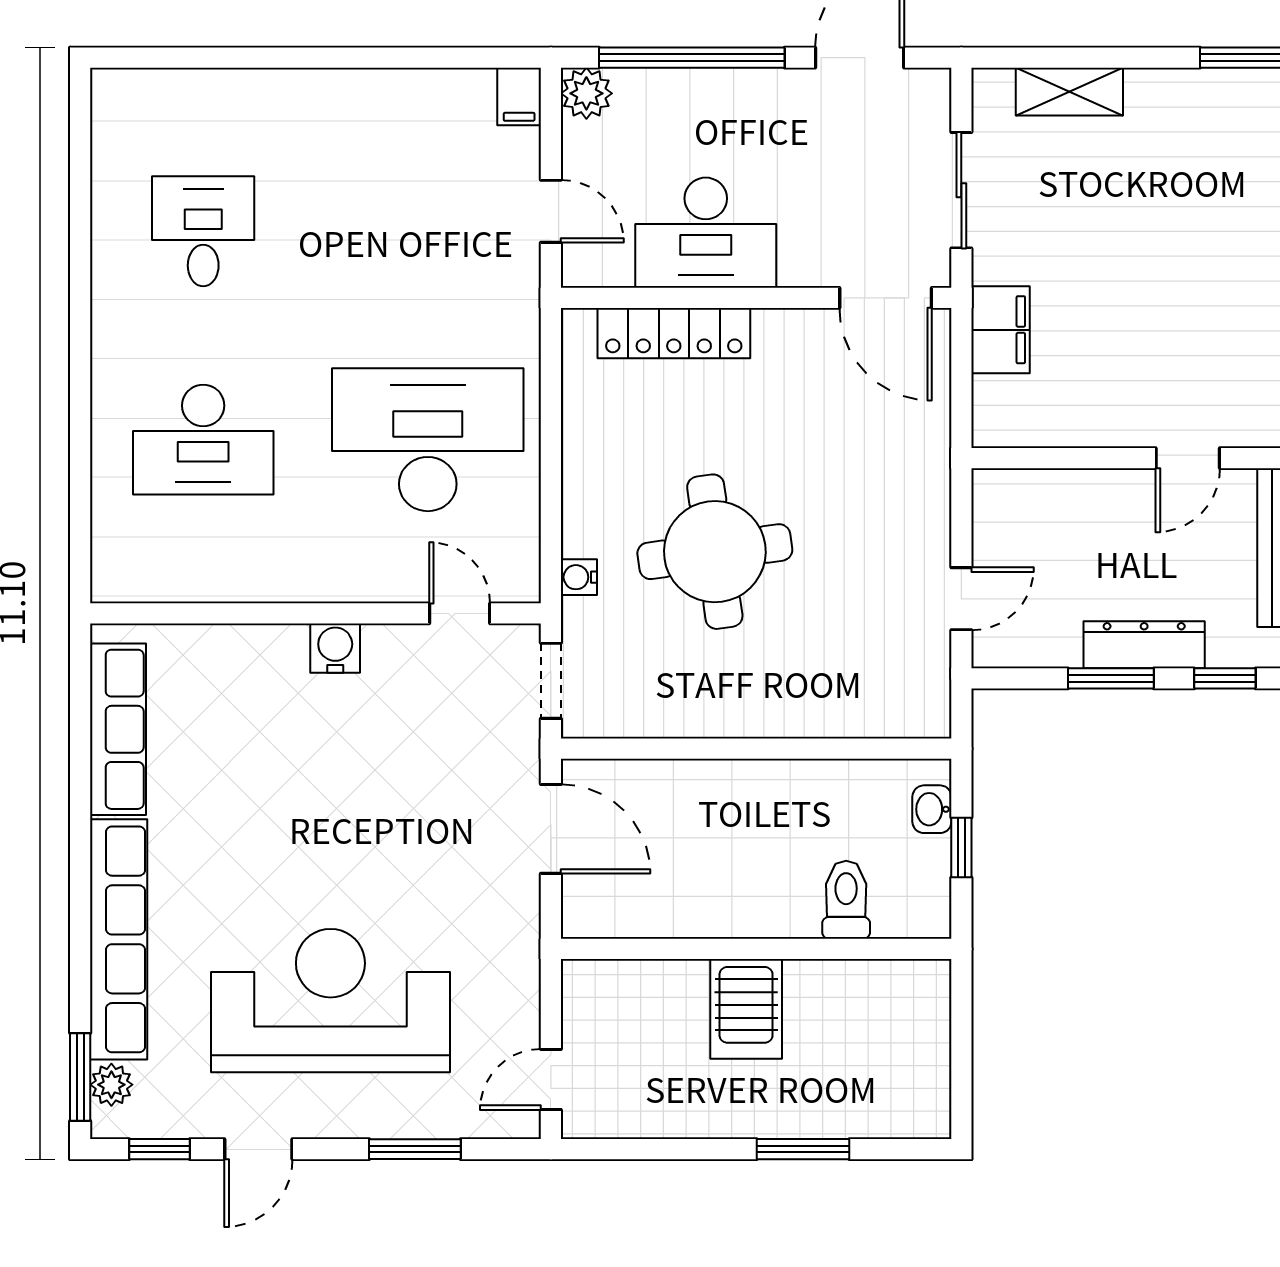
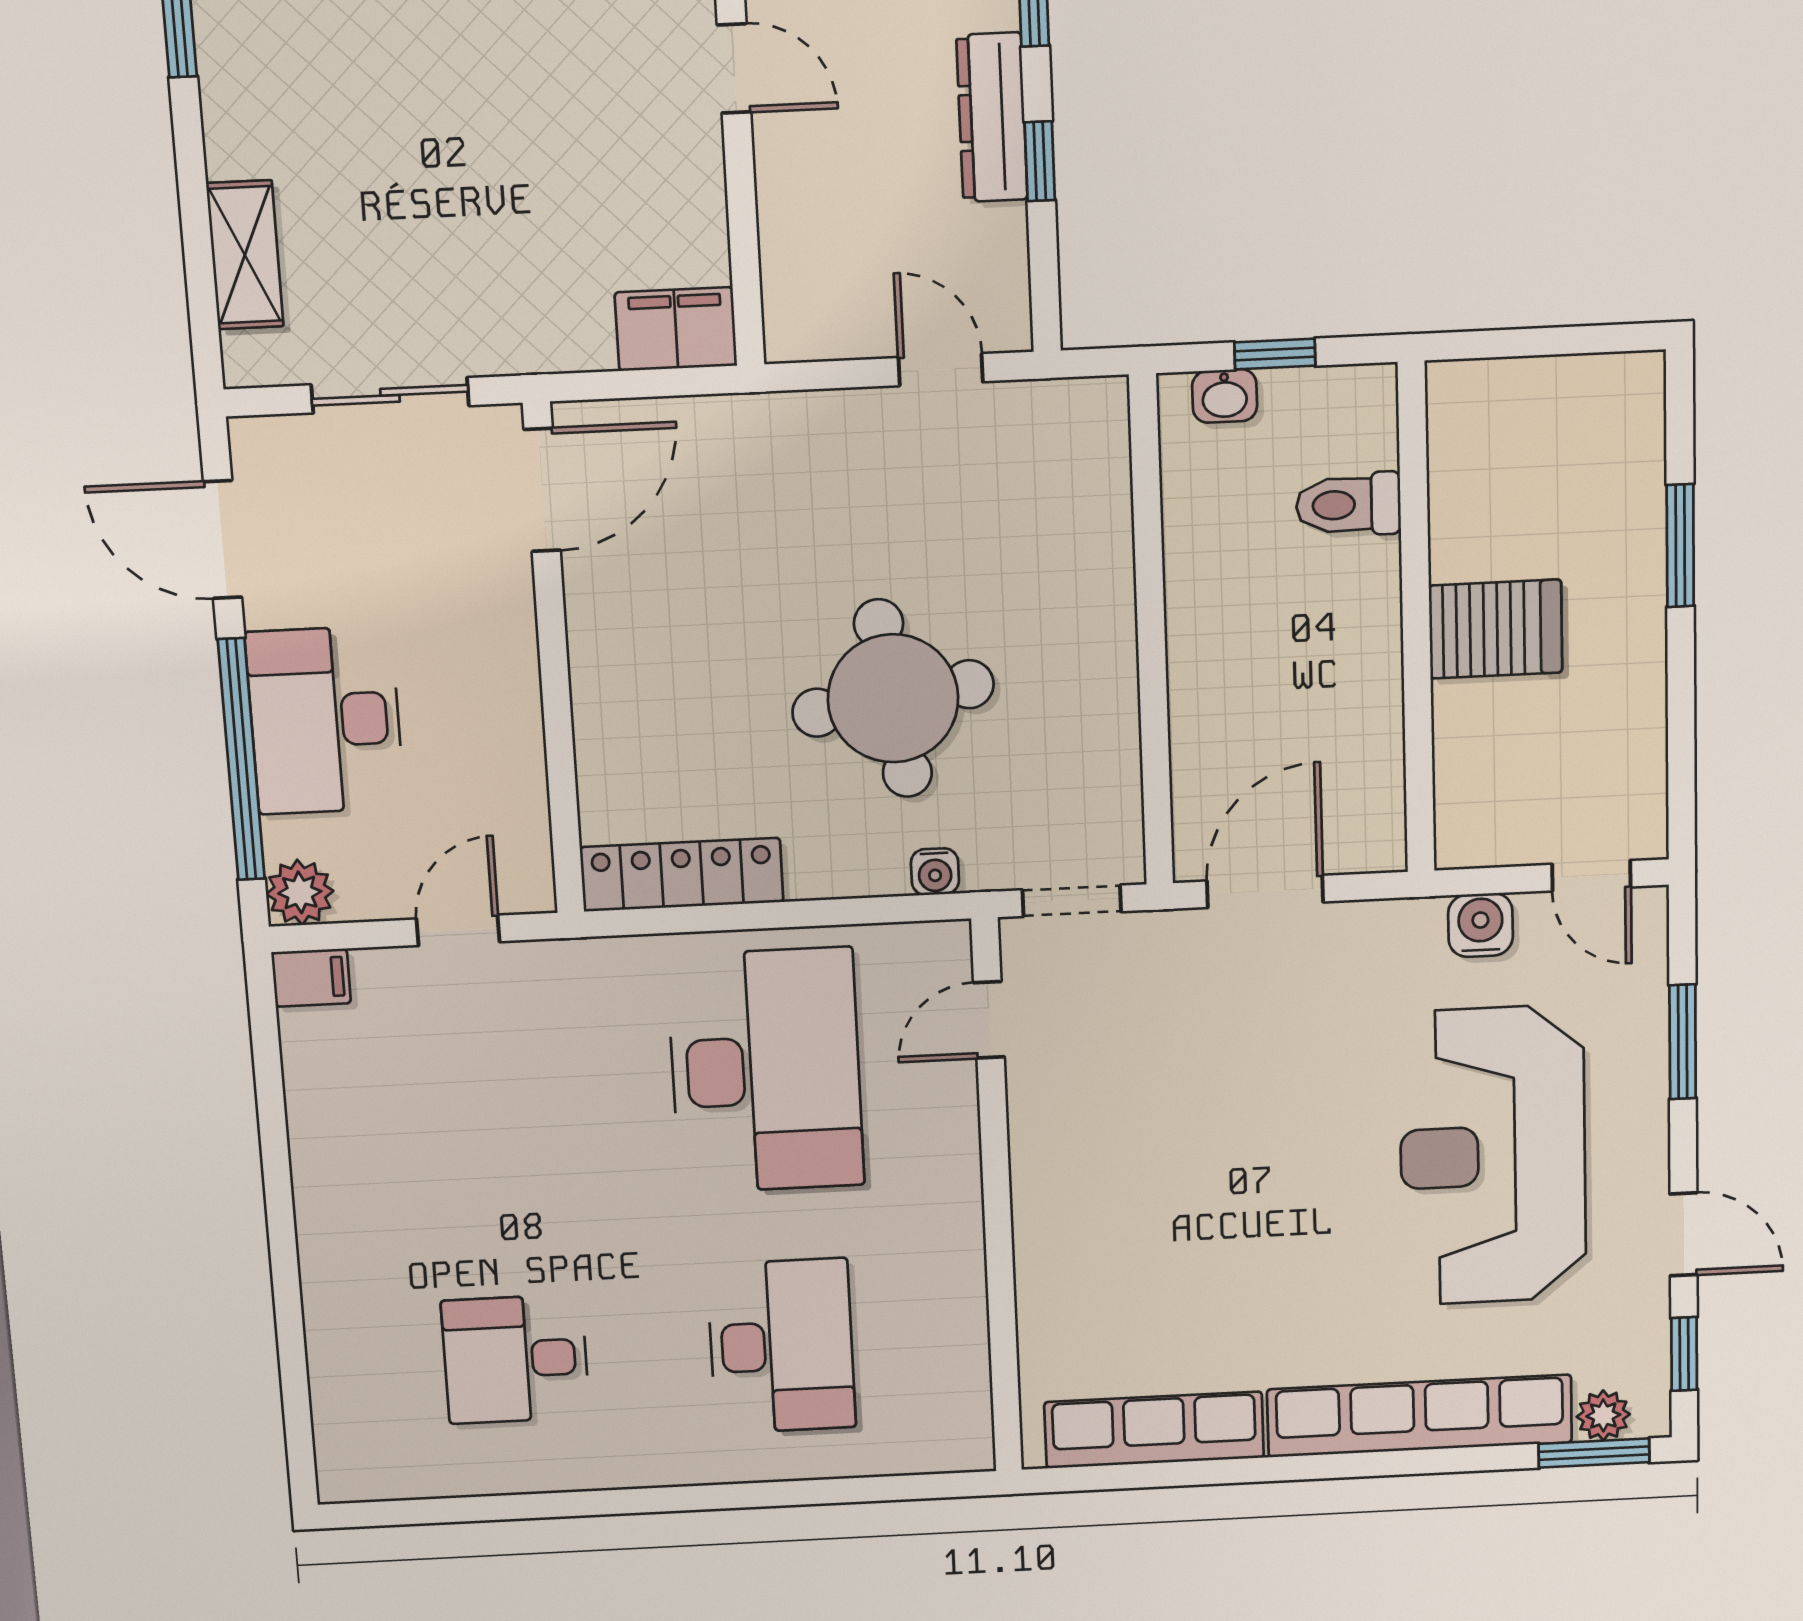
desk: (706, 233) -> (325, 720), moved, turned 180
filing cabinet: (1000, 330) -> (676, 329), moved
locker: (674, 333) -> (682, 875), moved, turned -90
desk: (428, 440) -> (766, 1071), turned 180
water cooler: (335, 648) -> (1480, 925), moved, turned 90
window: (1111, 678) -> (1040, 161), width x0.67

